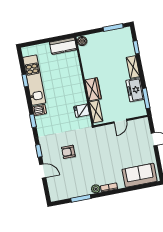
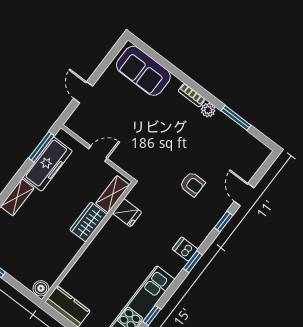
freezer: (135, 90) -> (48, 164), width x1.40
dishwasher: (39, 110) -> (185, 249), moved

